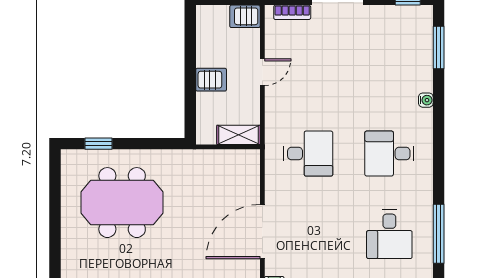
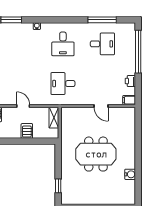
desk: (308, 154) -> (63, 84), turned -90
meeting table: (122, 203) -> (96, 154), moved, turned 90
door: (262, 232) -> (101, 106), width x0.53

